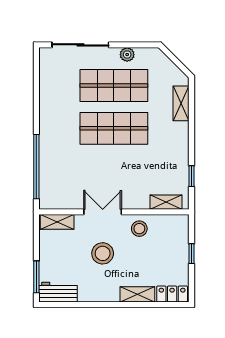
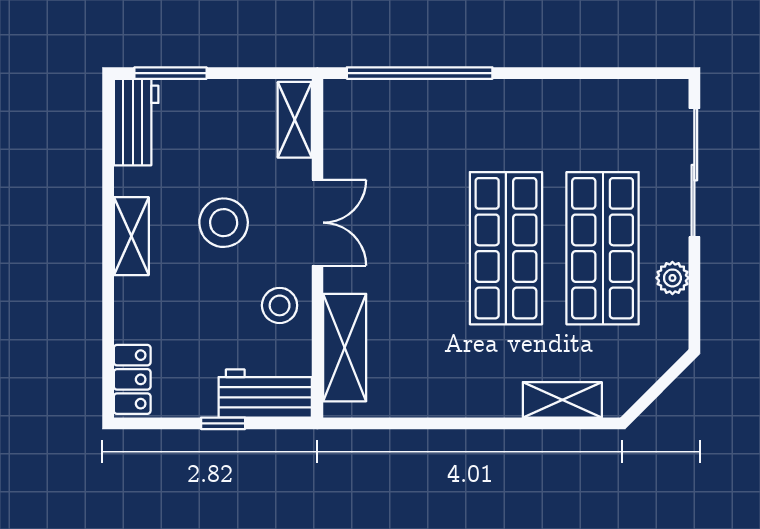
window: (192, 176) -> (398, 423), removed
shelving: (166, 202) -> (345, 348), width x1.50, depth x1.33
workbench: (178, 235) -> (265, 394), added
shelving: (137, 294) -> (131, 236), moved

